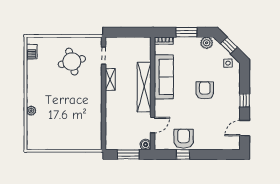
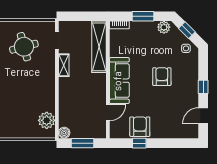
sofa: (164, 77) -> (119, 81), moved
shelving: (144, 87) -> (99, 47), moved
plant: (94, 133) -> (47, 120), added
boiler: (146, 145) -> (64, 133), moved

